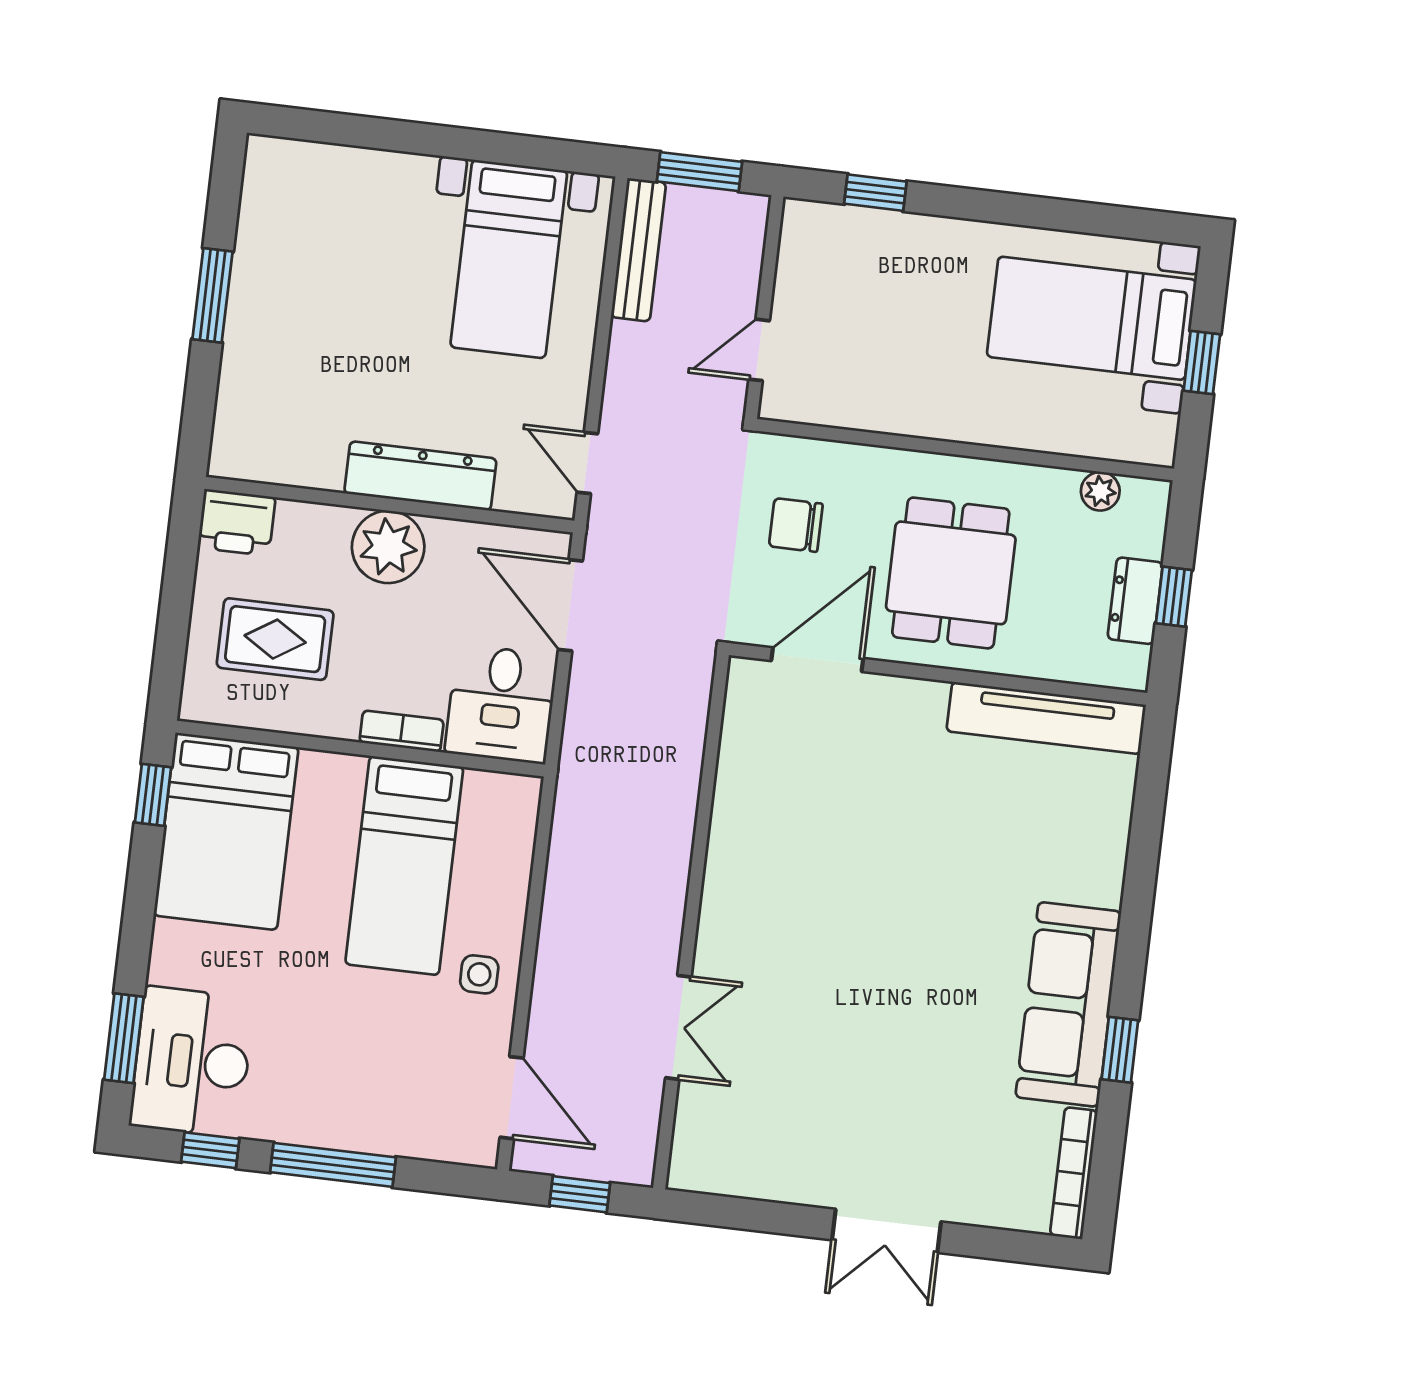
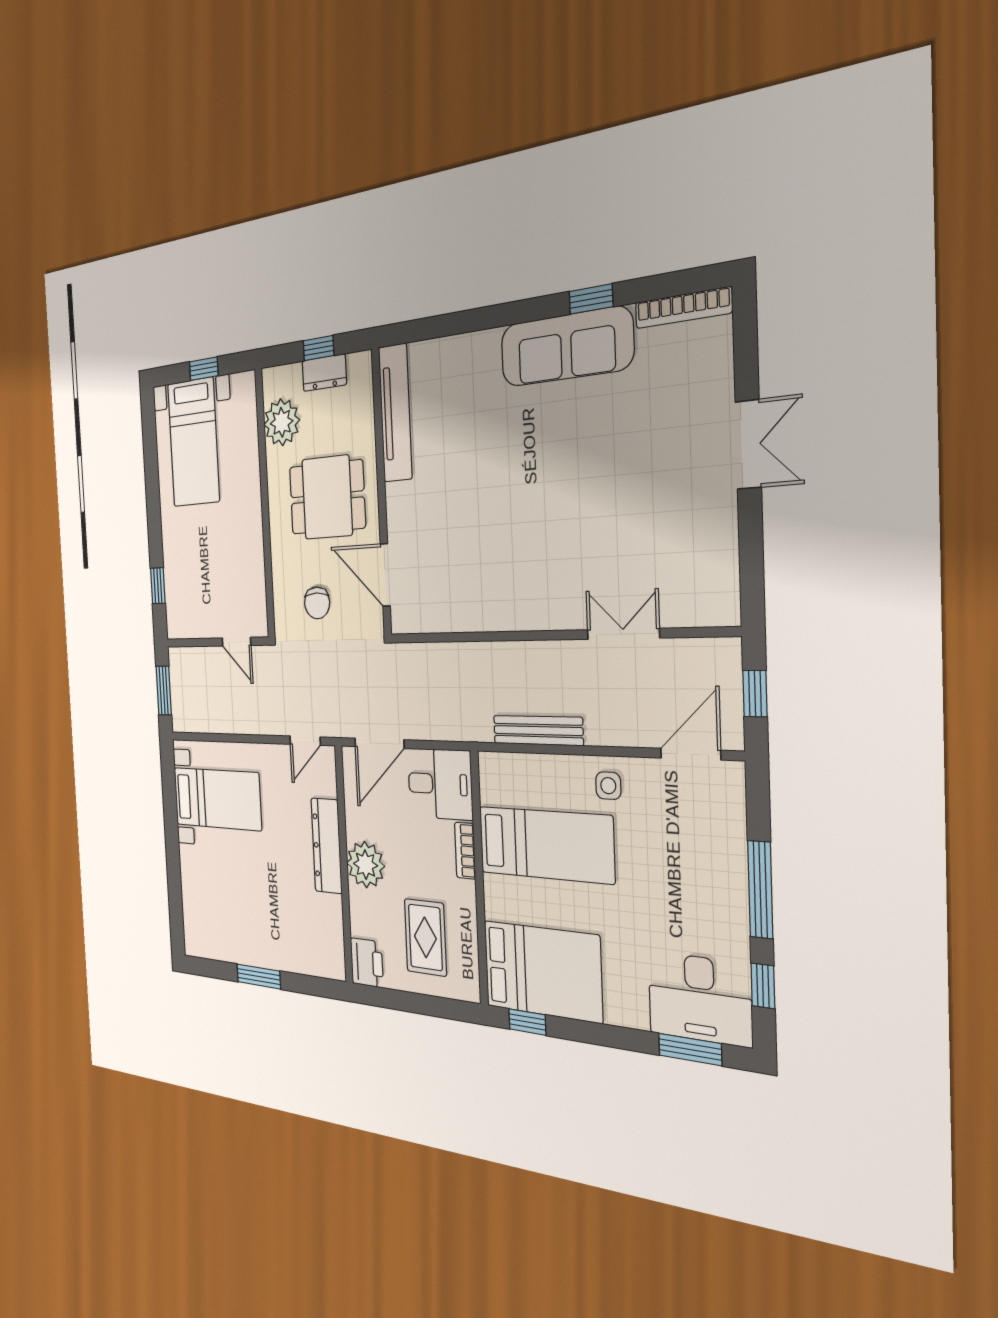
bench: (638, 250) -> (538, 730), moved
plant: (1100, 491) -> (282, 422), width x1.88, depth x1.88

